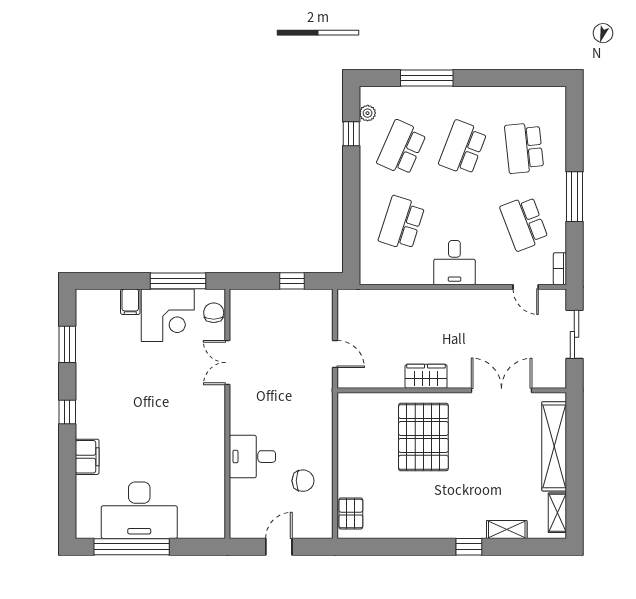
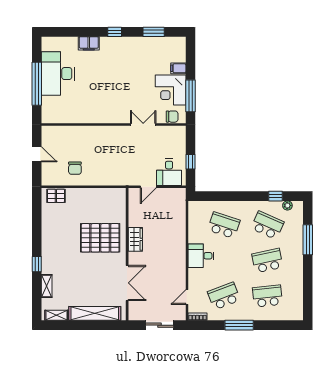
school desk: (463, 148) -> (267, 261), turned -33
desk: (252, 457) -> (169, 172), moved, turned 180
window: (132, 547) -> (37, 84), moved

